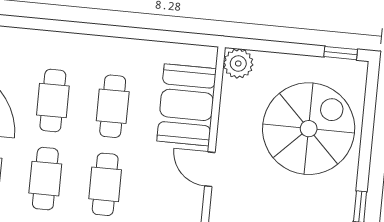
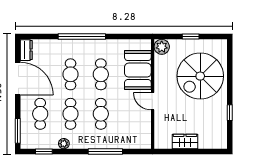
window: (82, 28) -> (82, 37), added
window: (341, 53) -> (191, 37), moved
spiral stairs: (309, 129) -> (200, 76), turned 180

